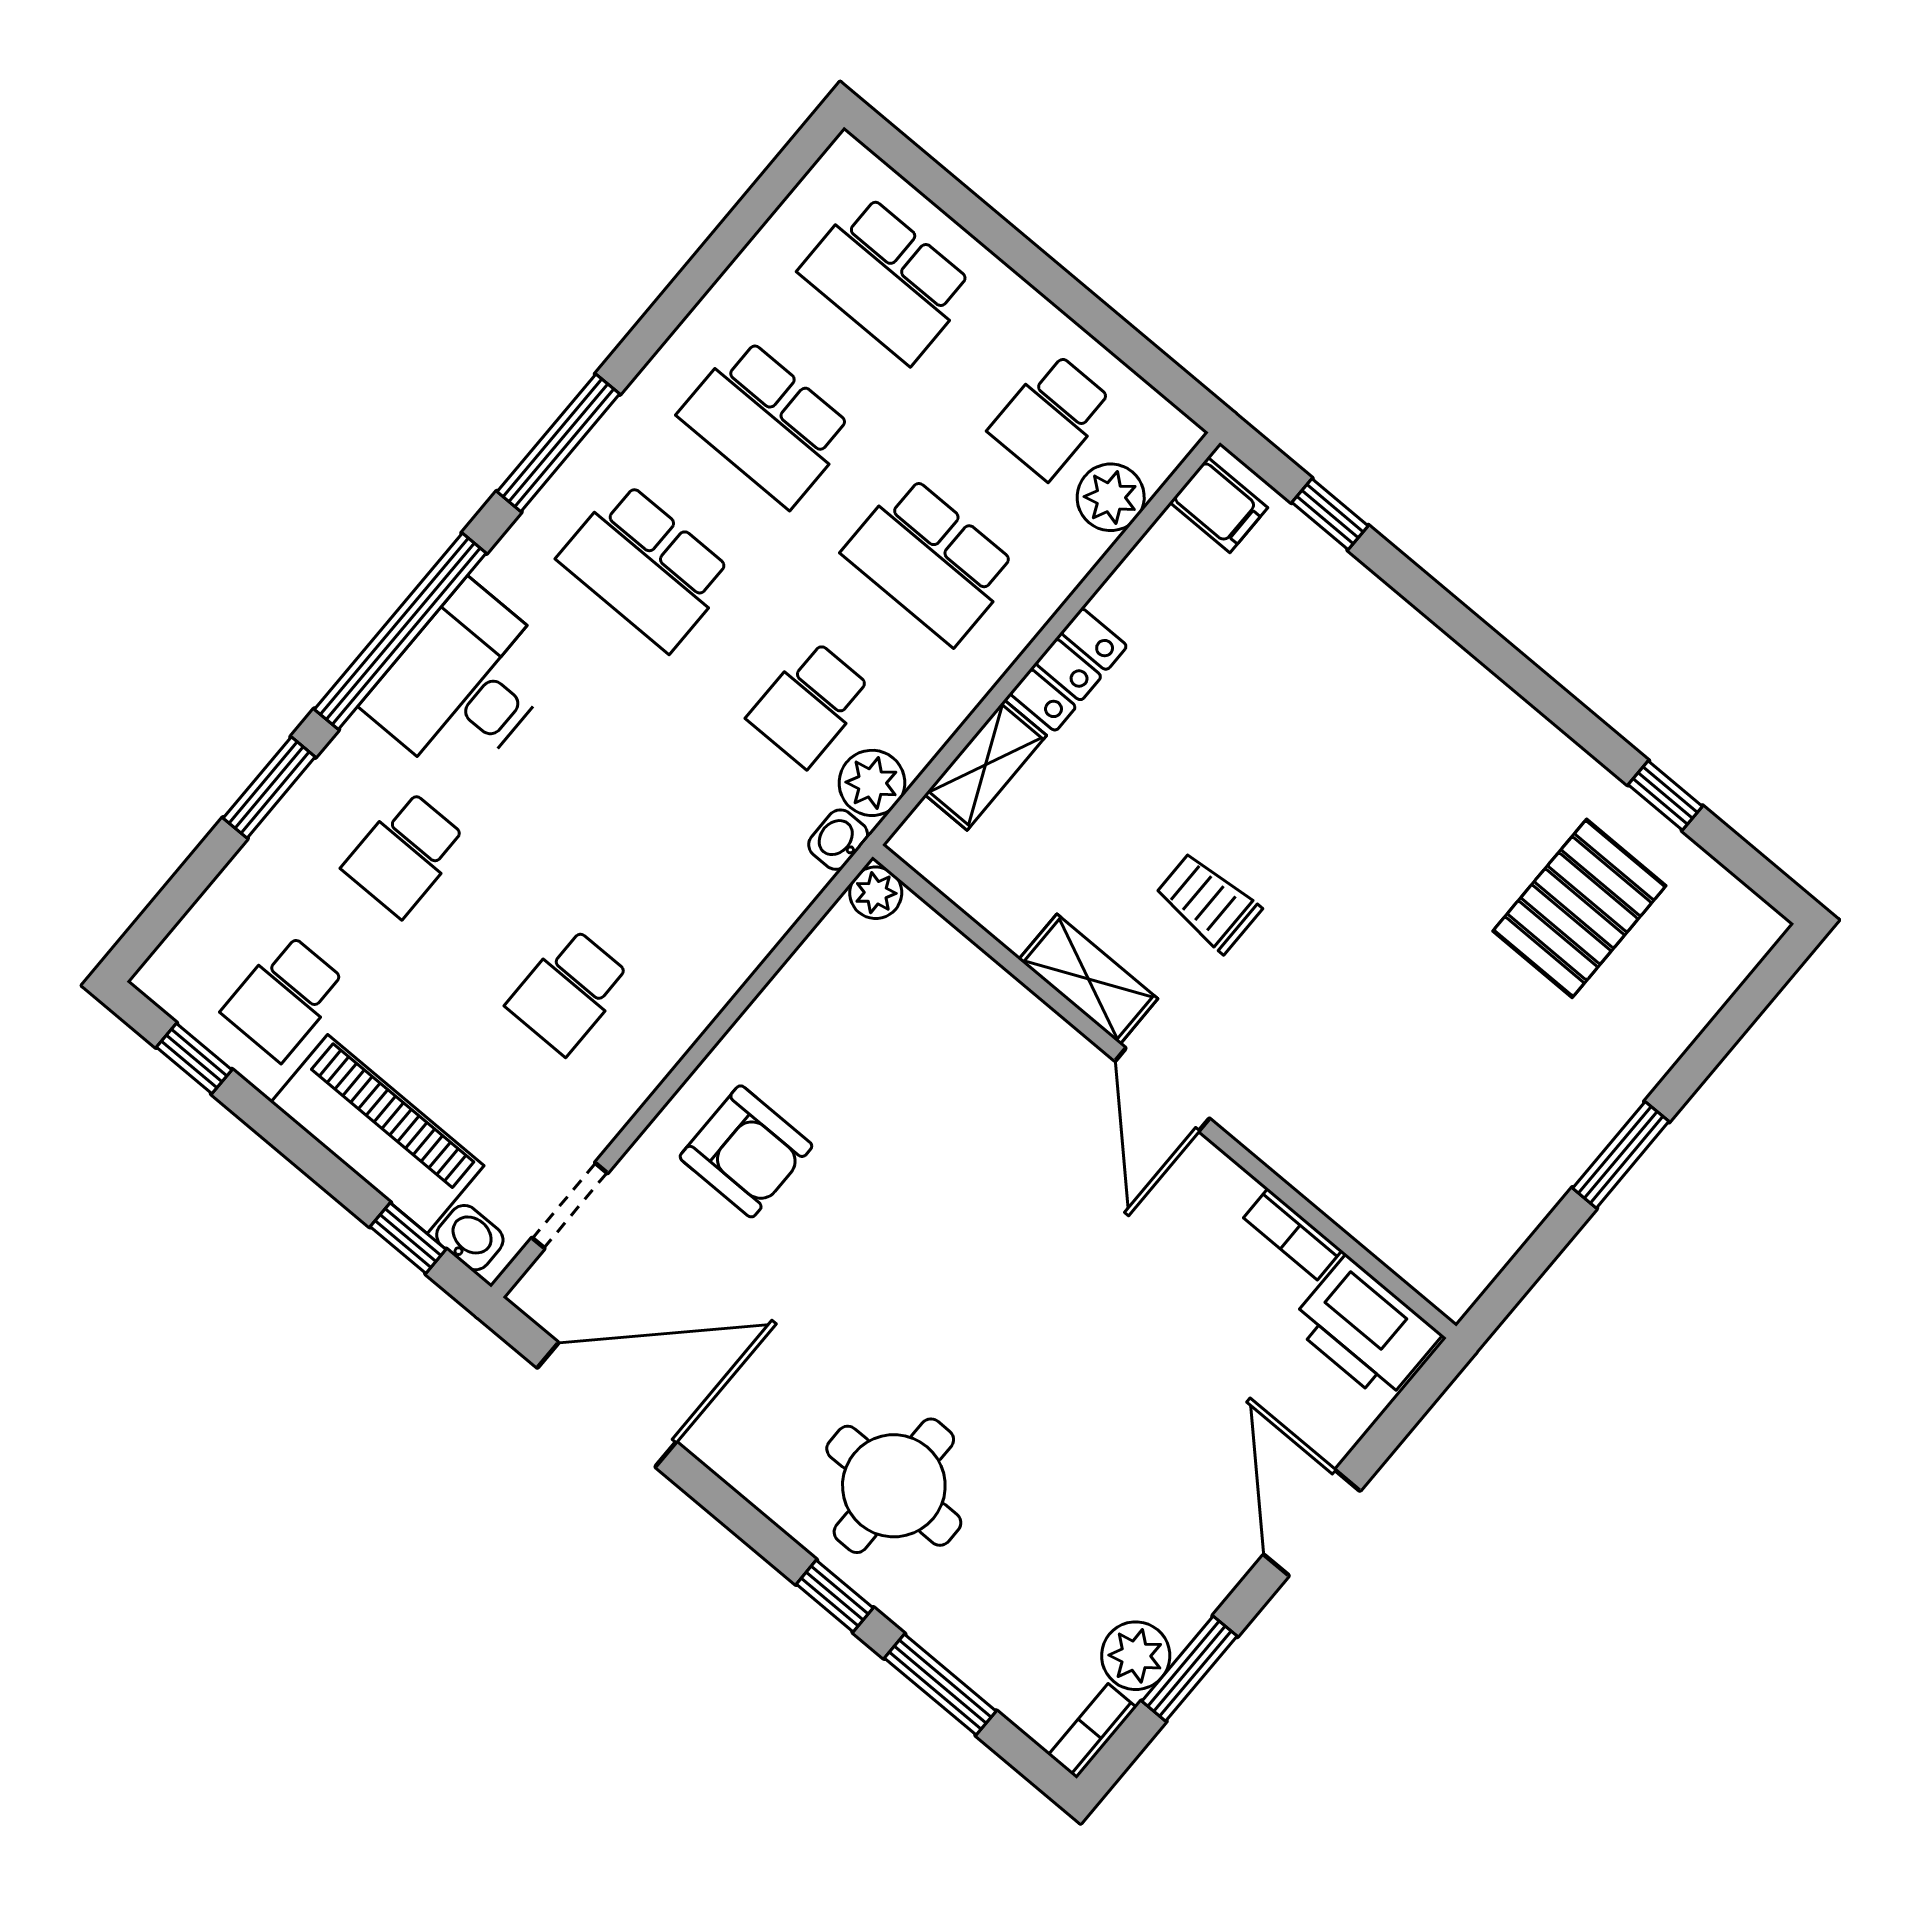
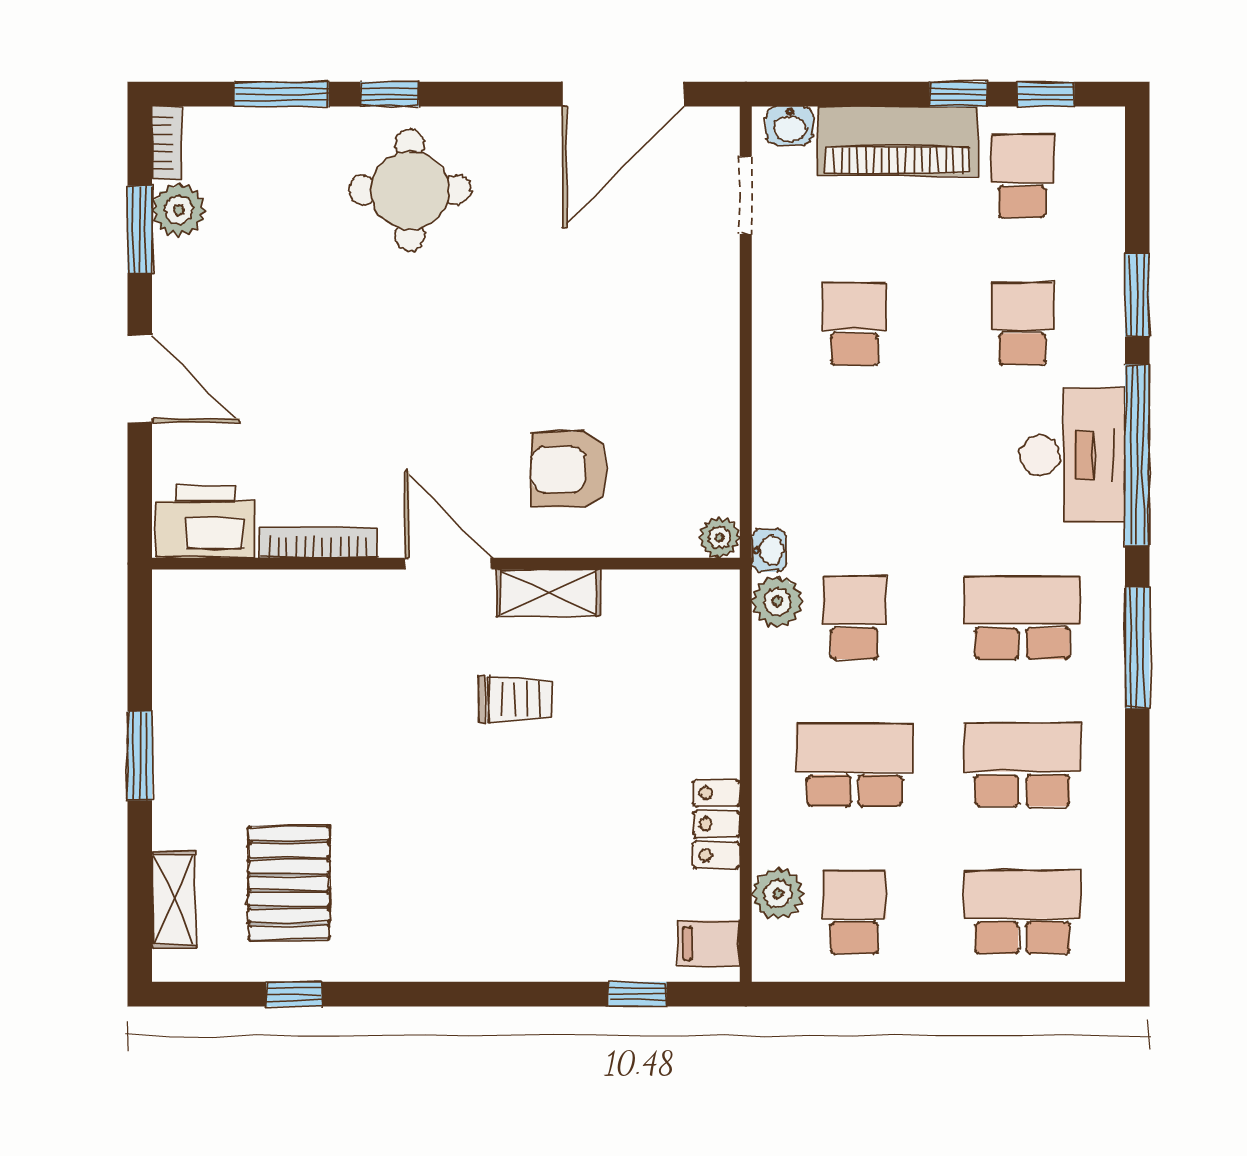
locker: (1068, 670) -> (716, 824), moved
shelving: (985, 765) -> (174, 900), moved
armchair: (746, 1151) -> (569, 469), moved
bookcase: (1293, 1234) -> (318, 543), width x1.56
window: (408, 1238) -> (958, 94), moved

